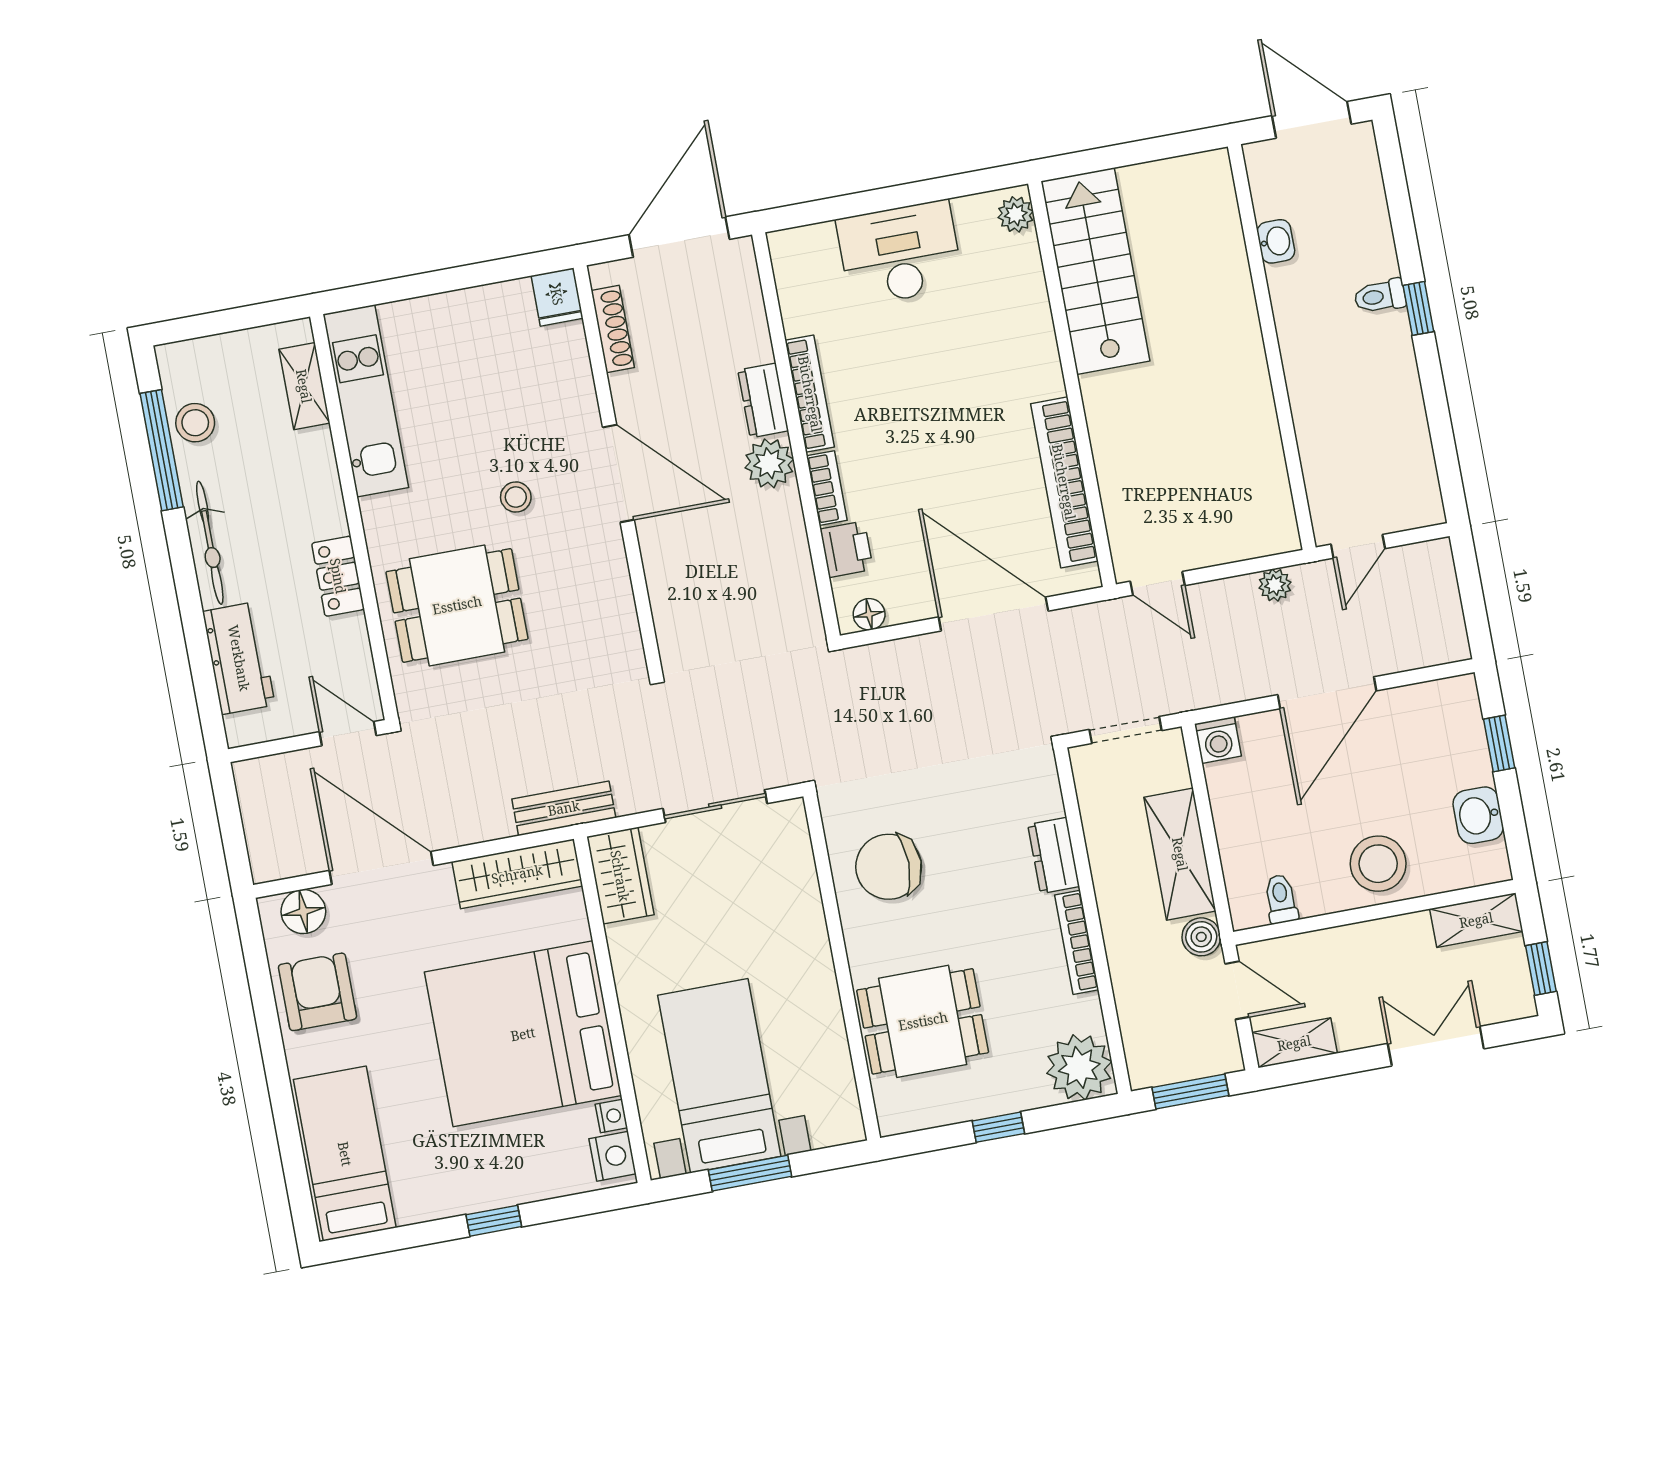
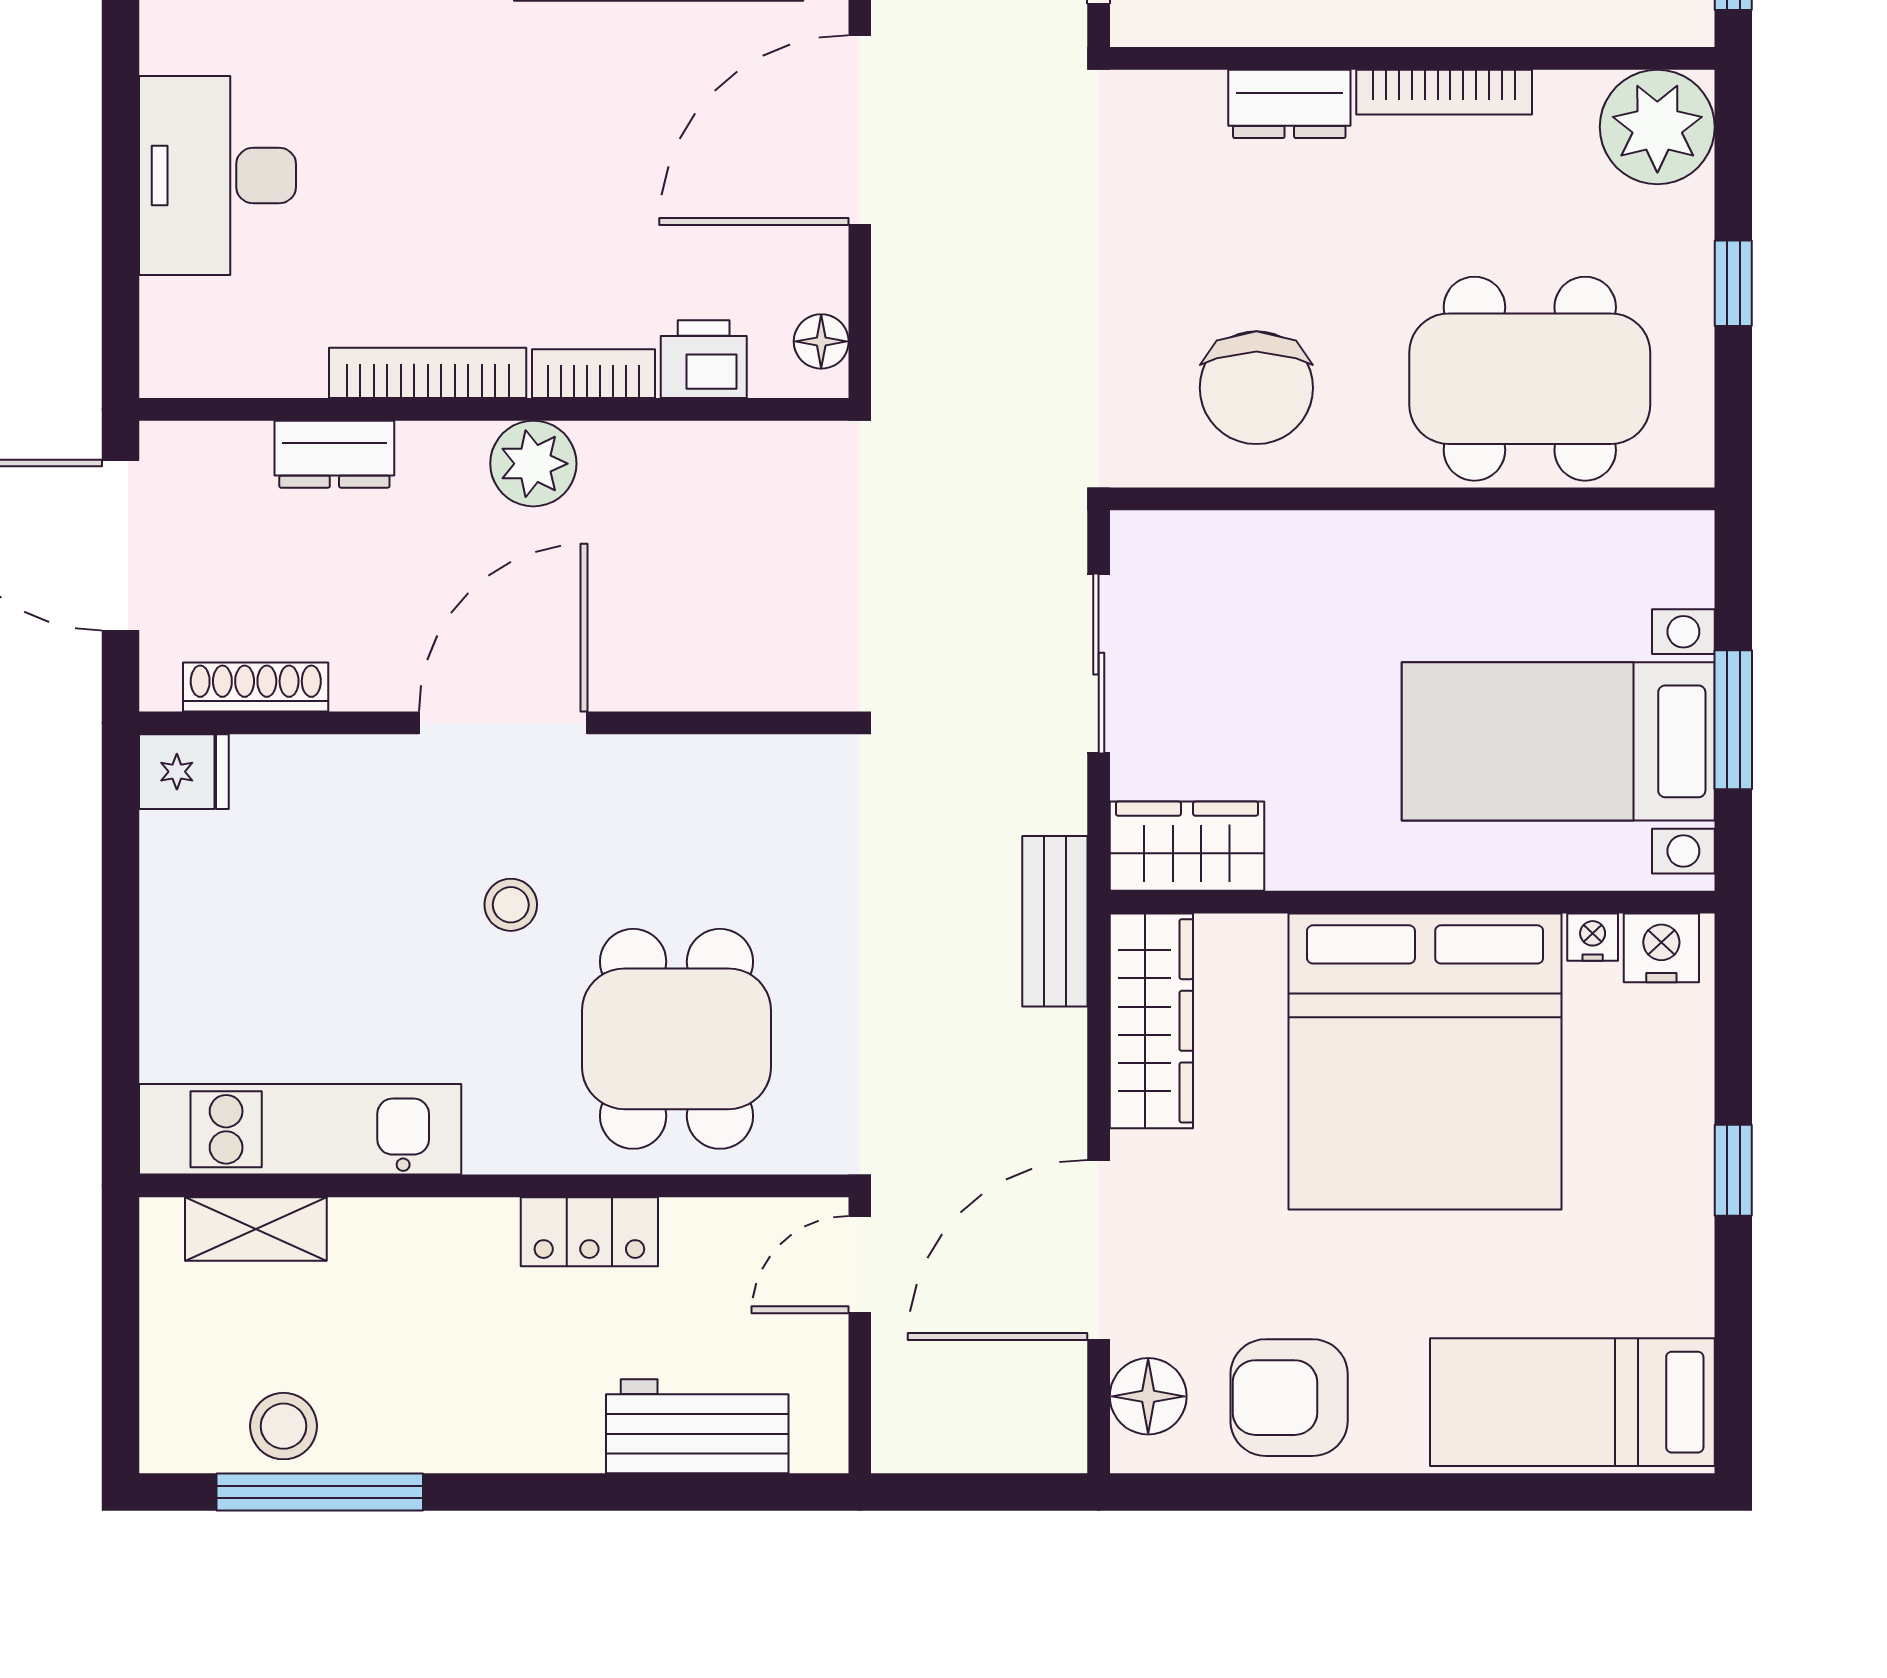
dresser: (763, 400) -> (334, 454), moved
bicycle: (210, 543) -> (492, 1439), removed
dining table: (923, 1021) -> (1530, 379), width x1.38

